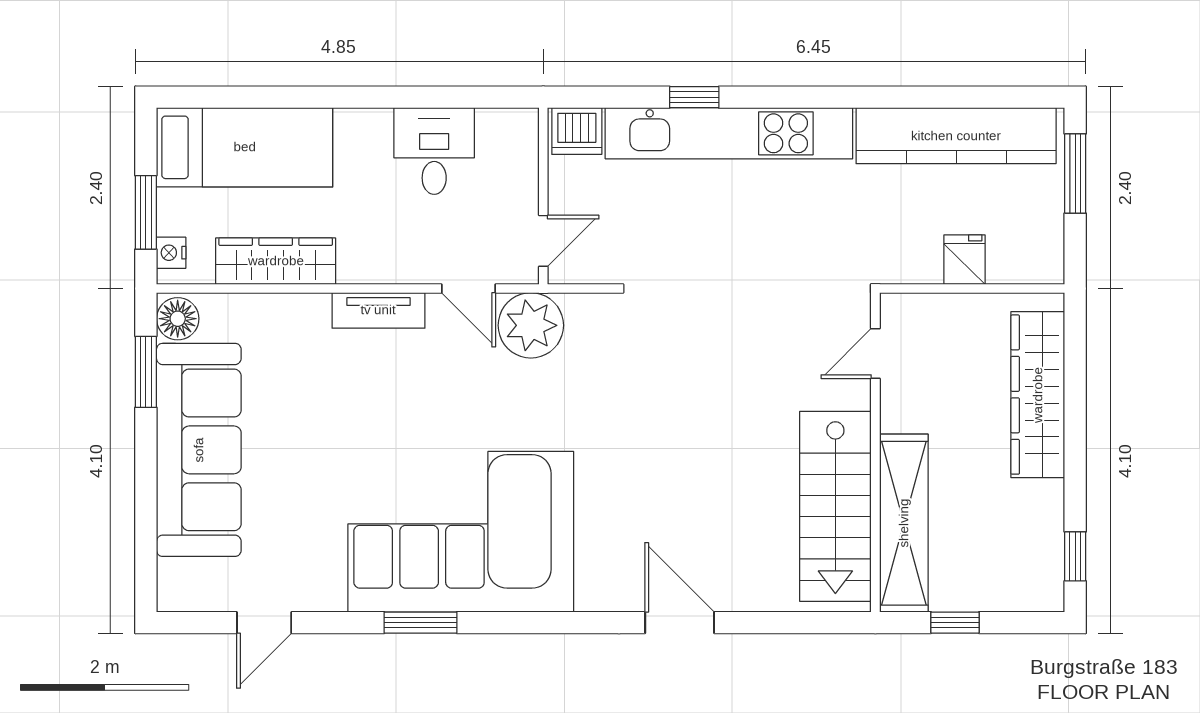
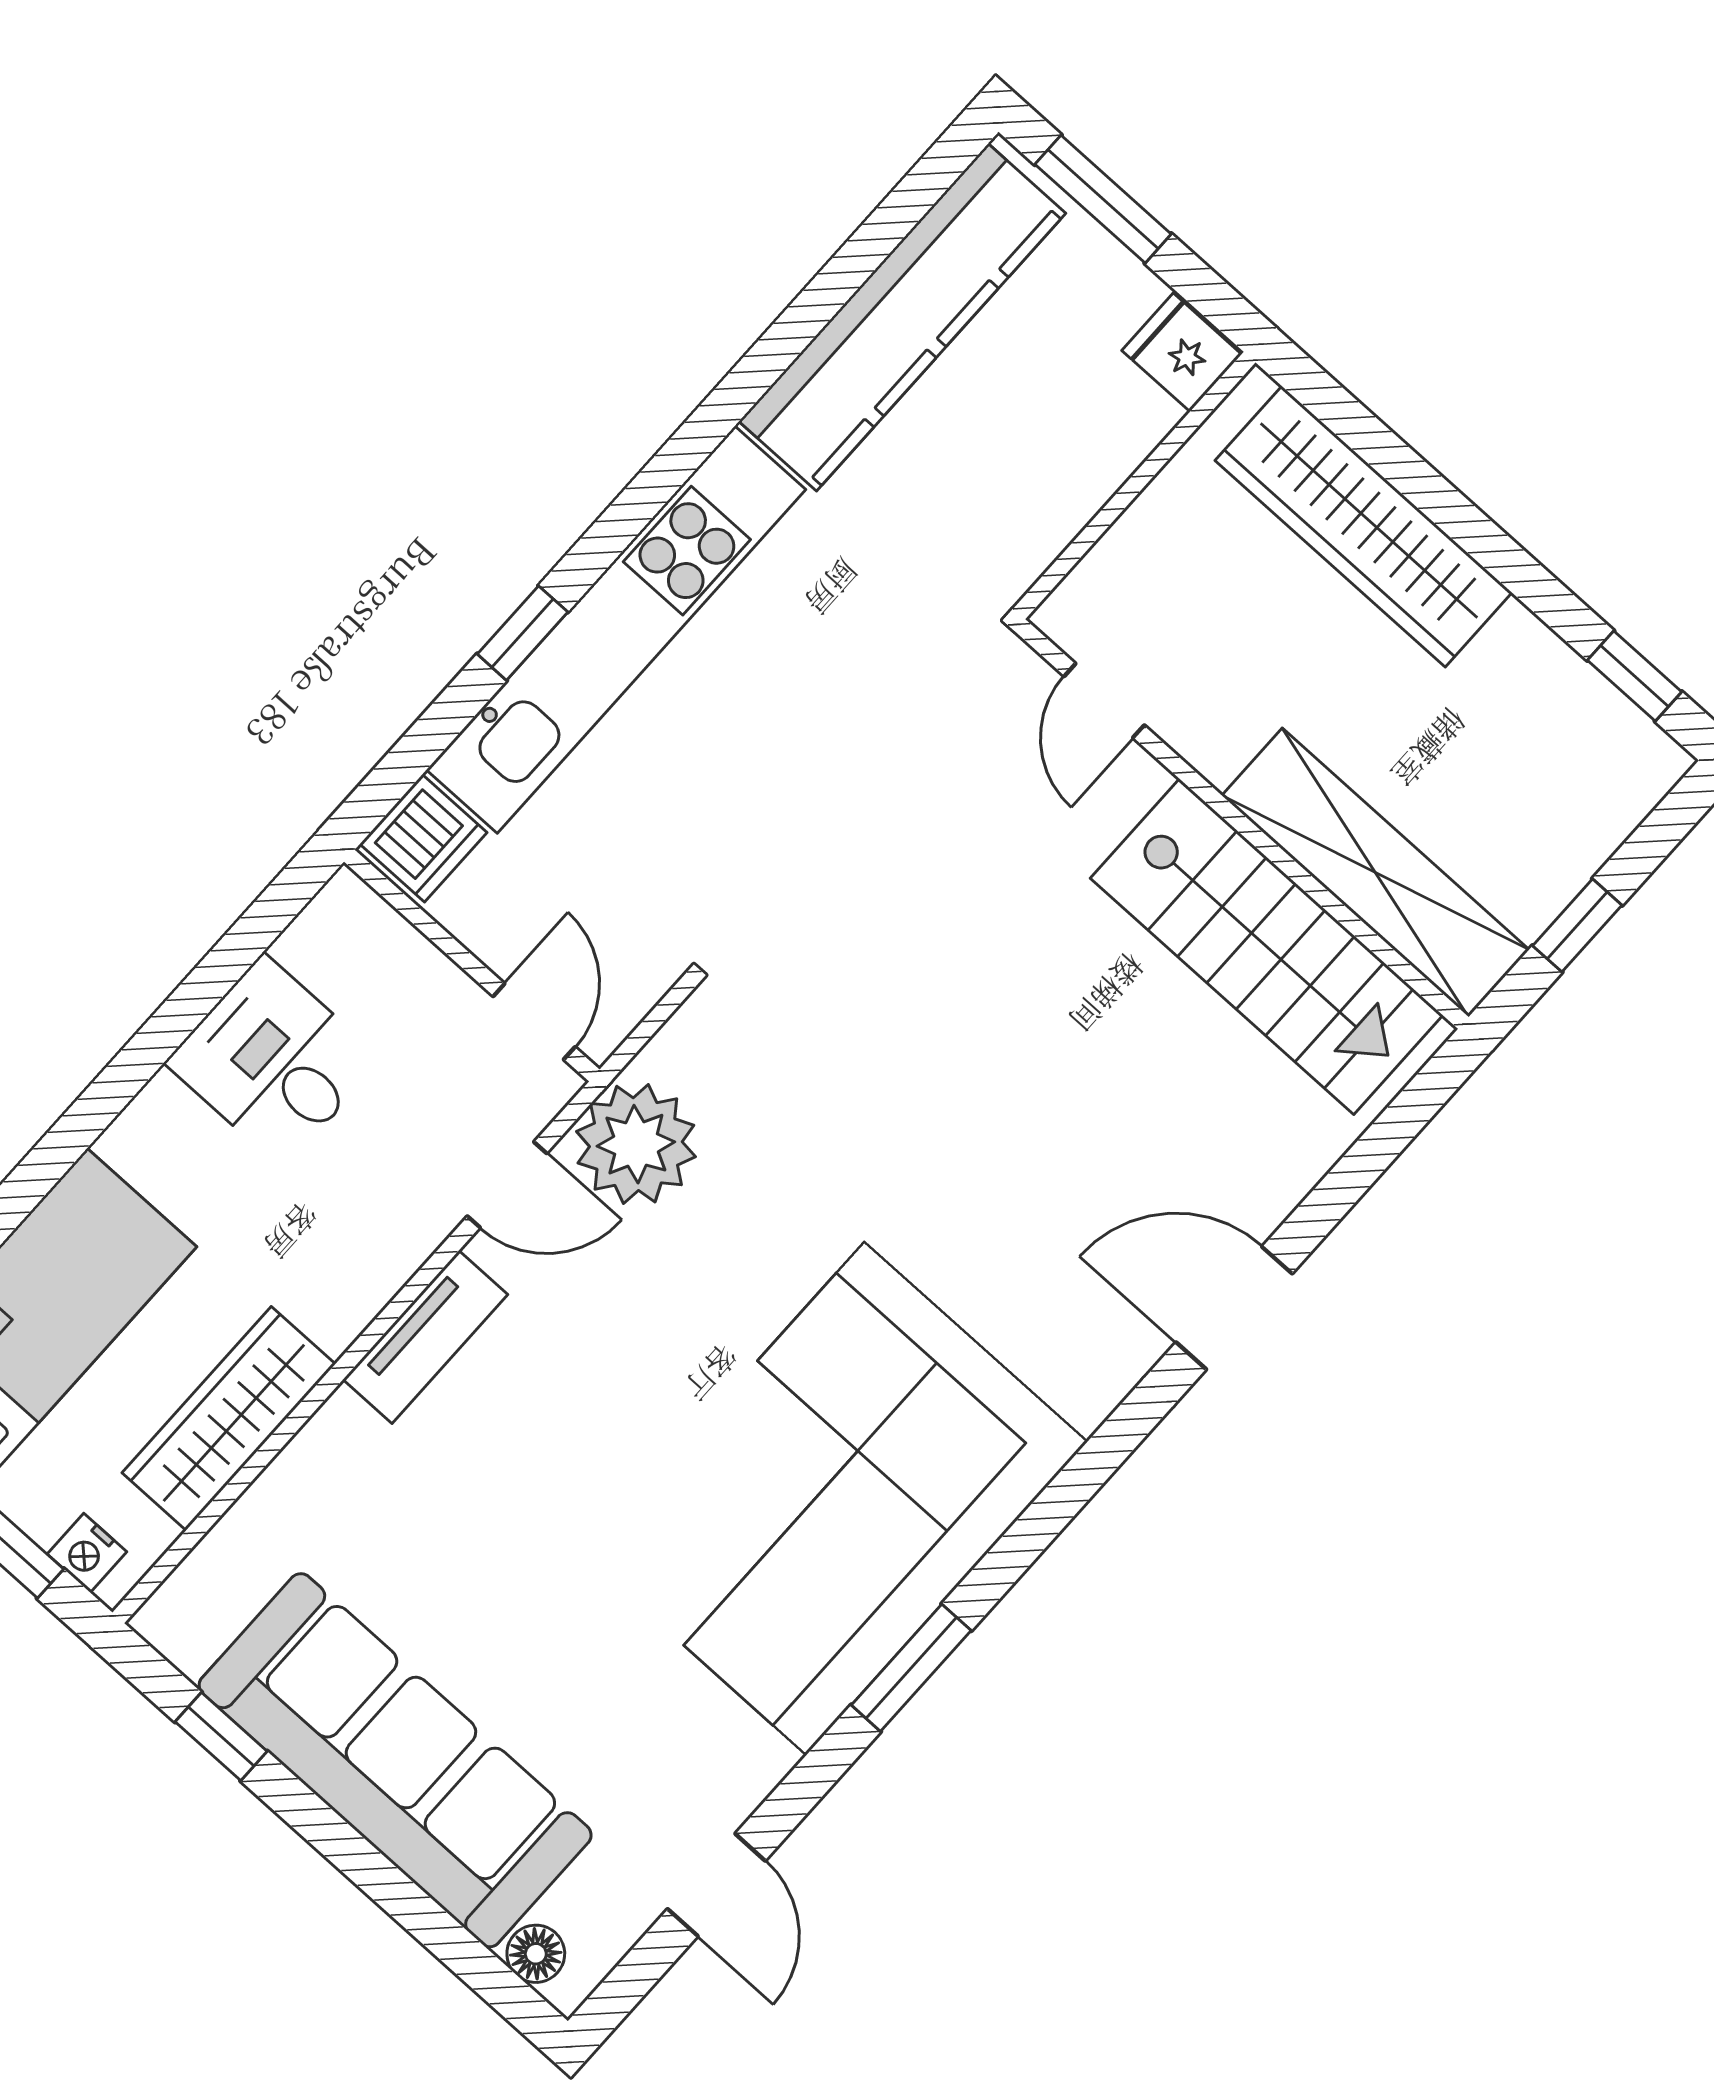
fridge: (964, 260) -> (1182, 352), moved
floor lamp: (178, 319) -> (536, 1954), moved, width x0.73, depth x0.73
window: (146, 372) -> (221, 1737), width x0.67

